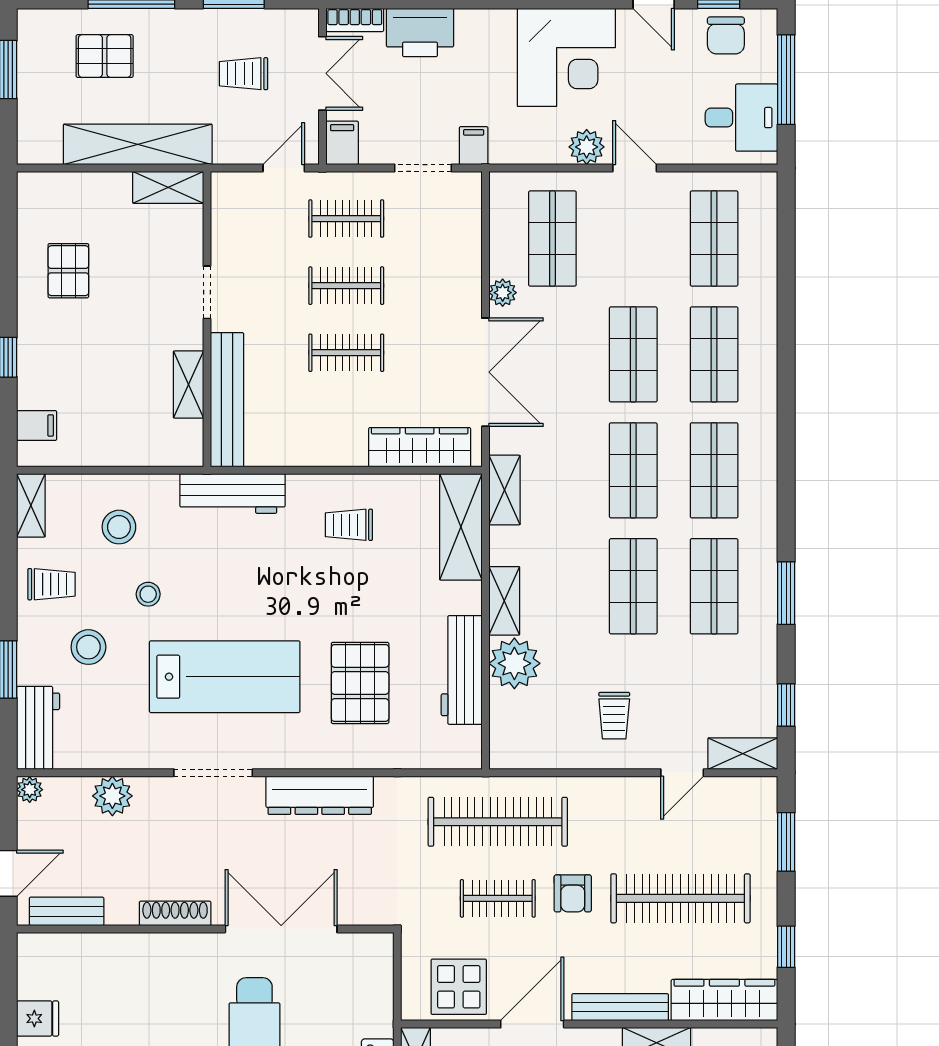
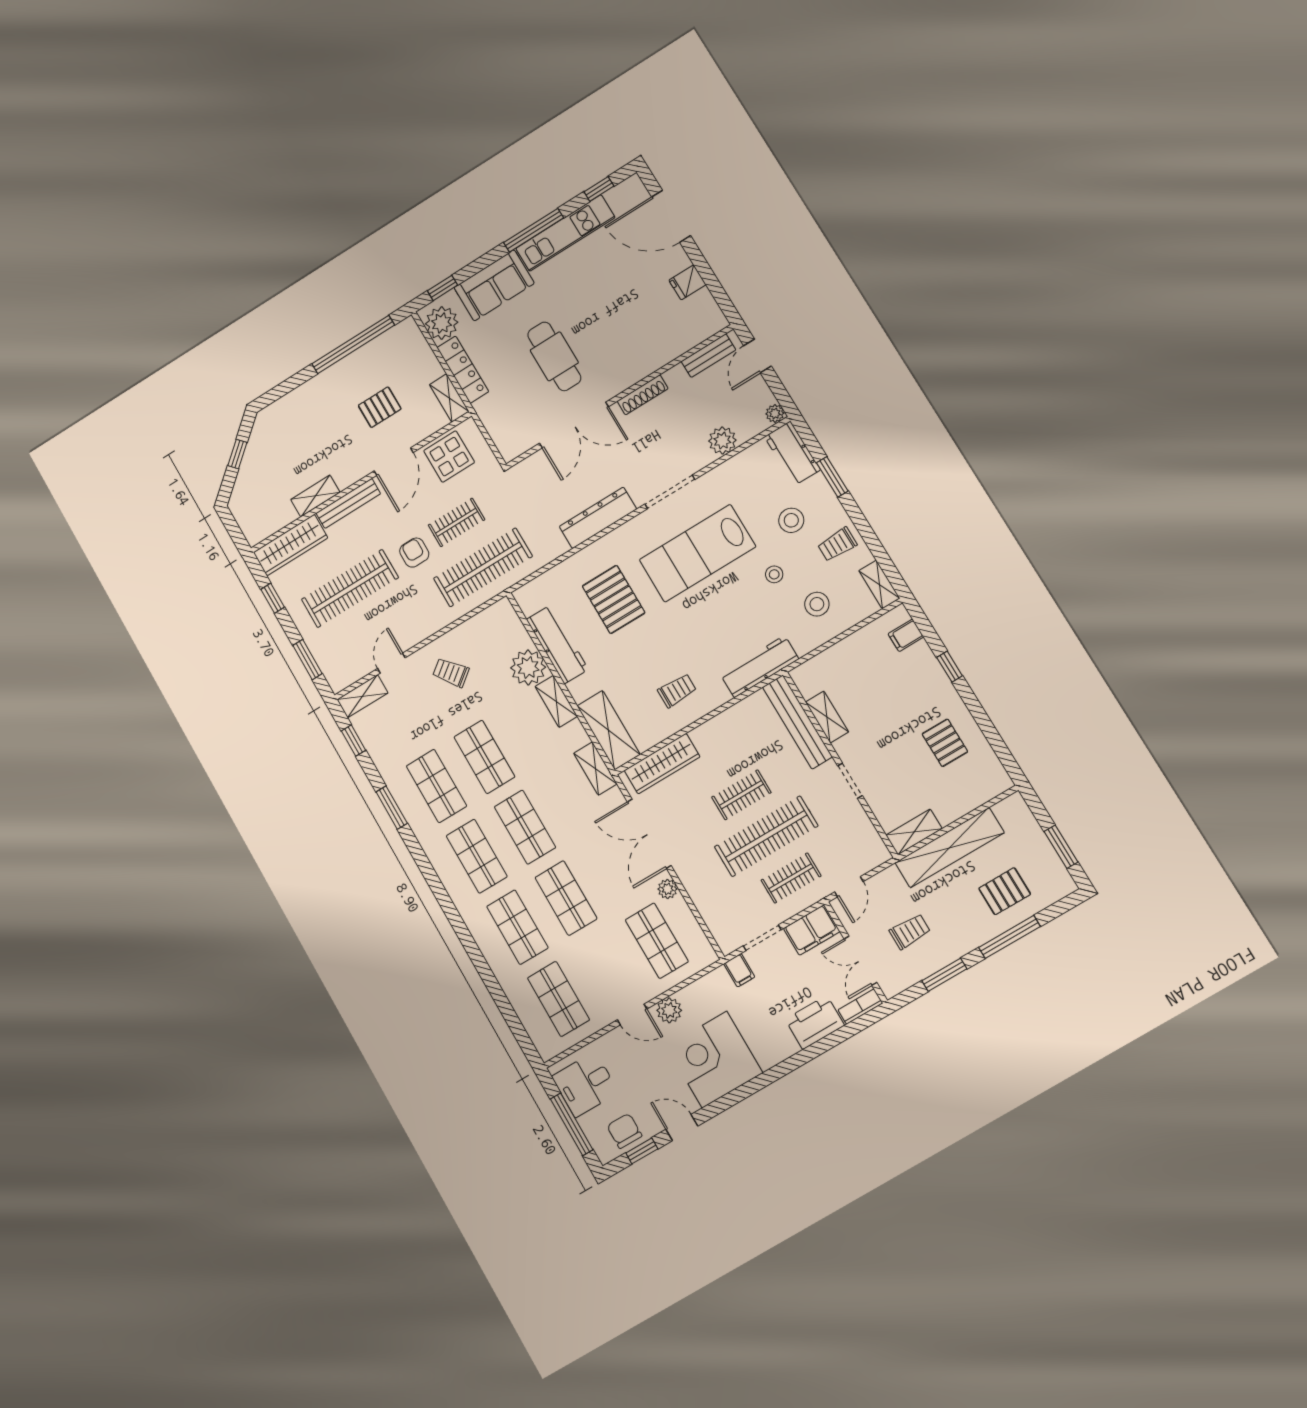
filing cabinet: (342, 143) -> (812, 930), width x2.00
clothes rail: (346, 286) -> (766, 836), width x1.86, depth x1.31
trolley: (614, 716) -> (451, 672), turned -38

